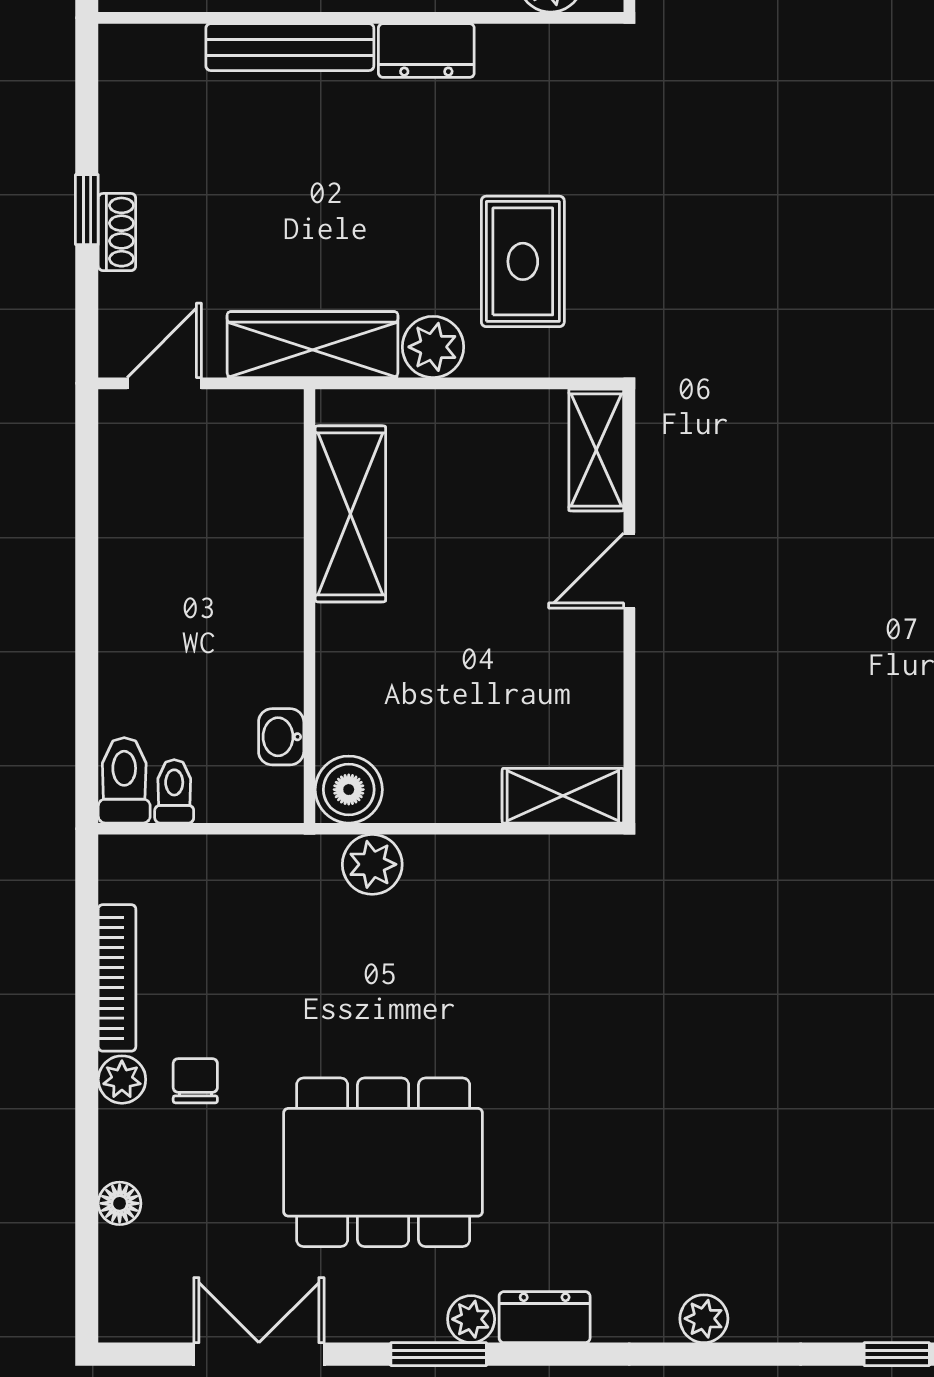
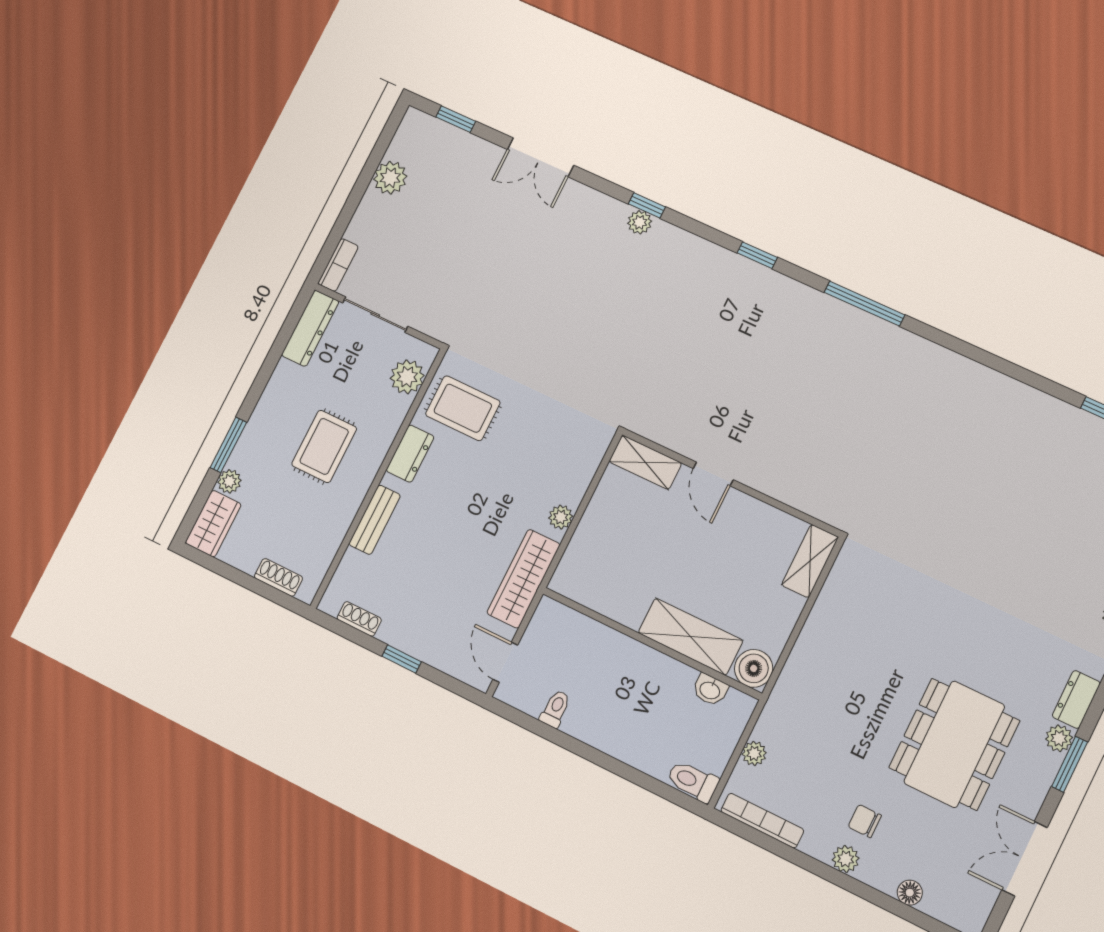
bench: (290, 47) -> (375, 520), width x0.73
shoe rack: (117, 232) -> (359, 619), moved
rug: (523, 261) -> (463, 408), moved
plant: (433, 347) -> (561, 517), width x0.73, depth x0.73
shelving: (350, 514) -> (690, 637), moved
toilet: (174, 791) -> (555, 709), moved, turned 90
plant: (372, 864) -> (754, 753), moved, width x0.73, depth x0.73
bookcase: (117, 978) -> (762, 821), moved

